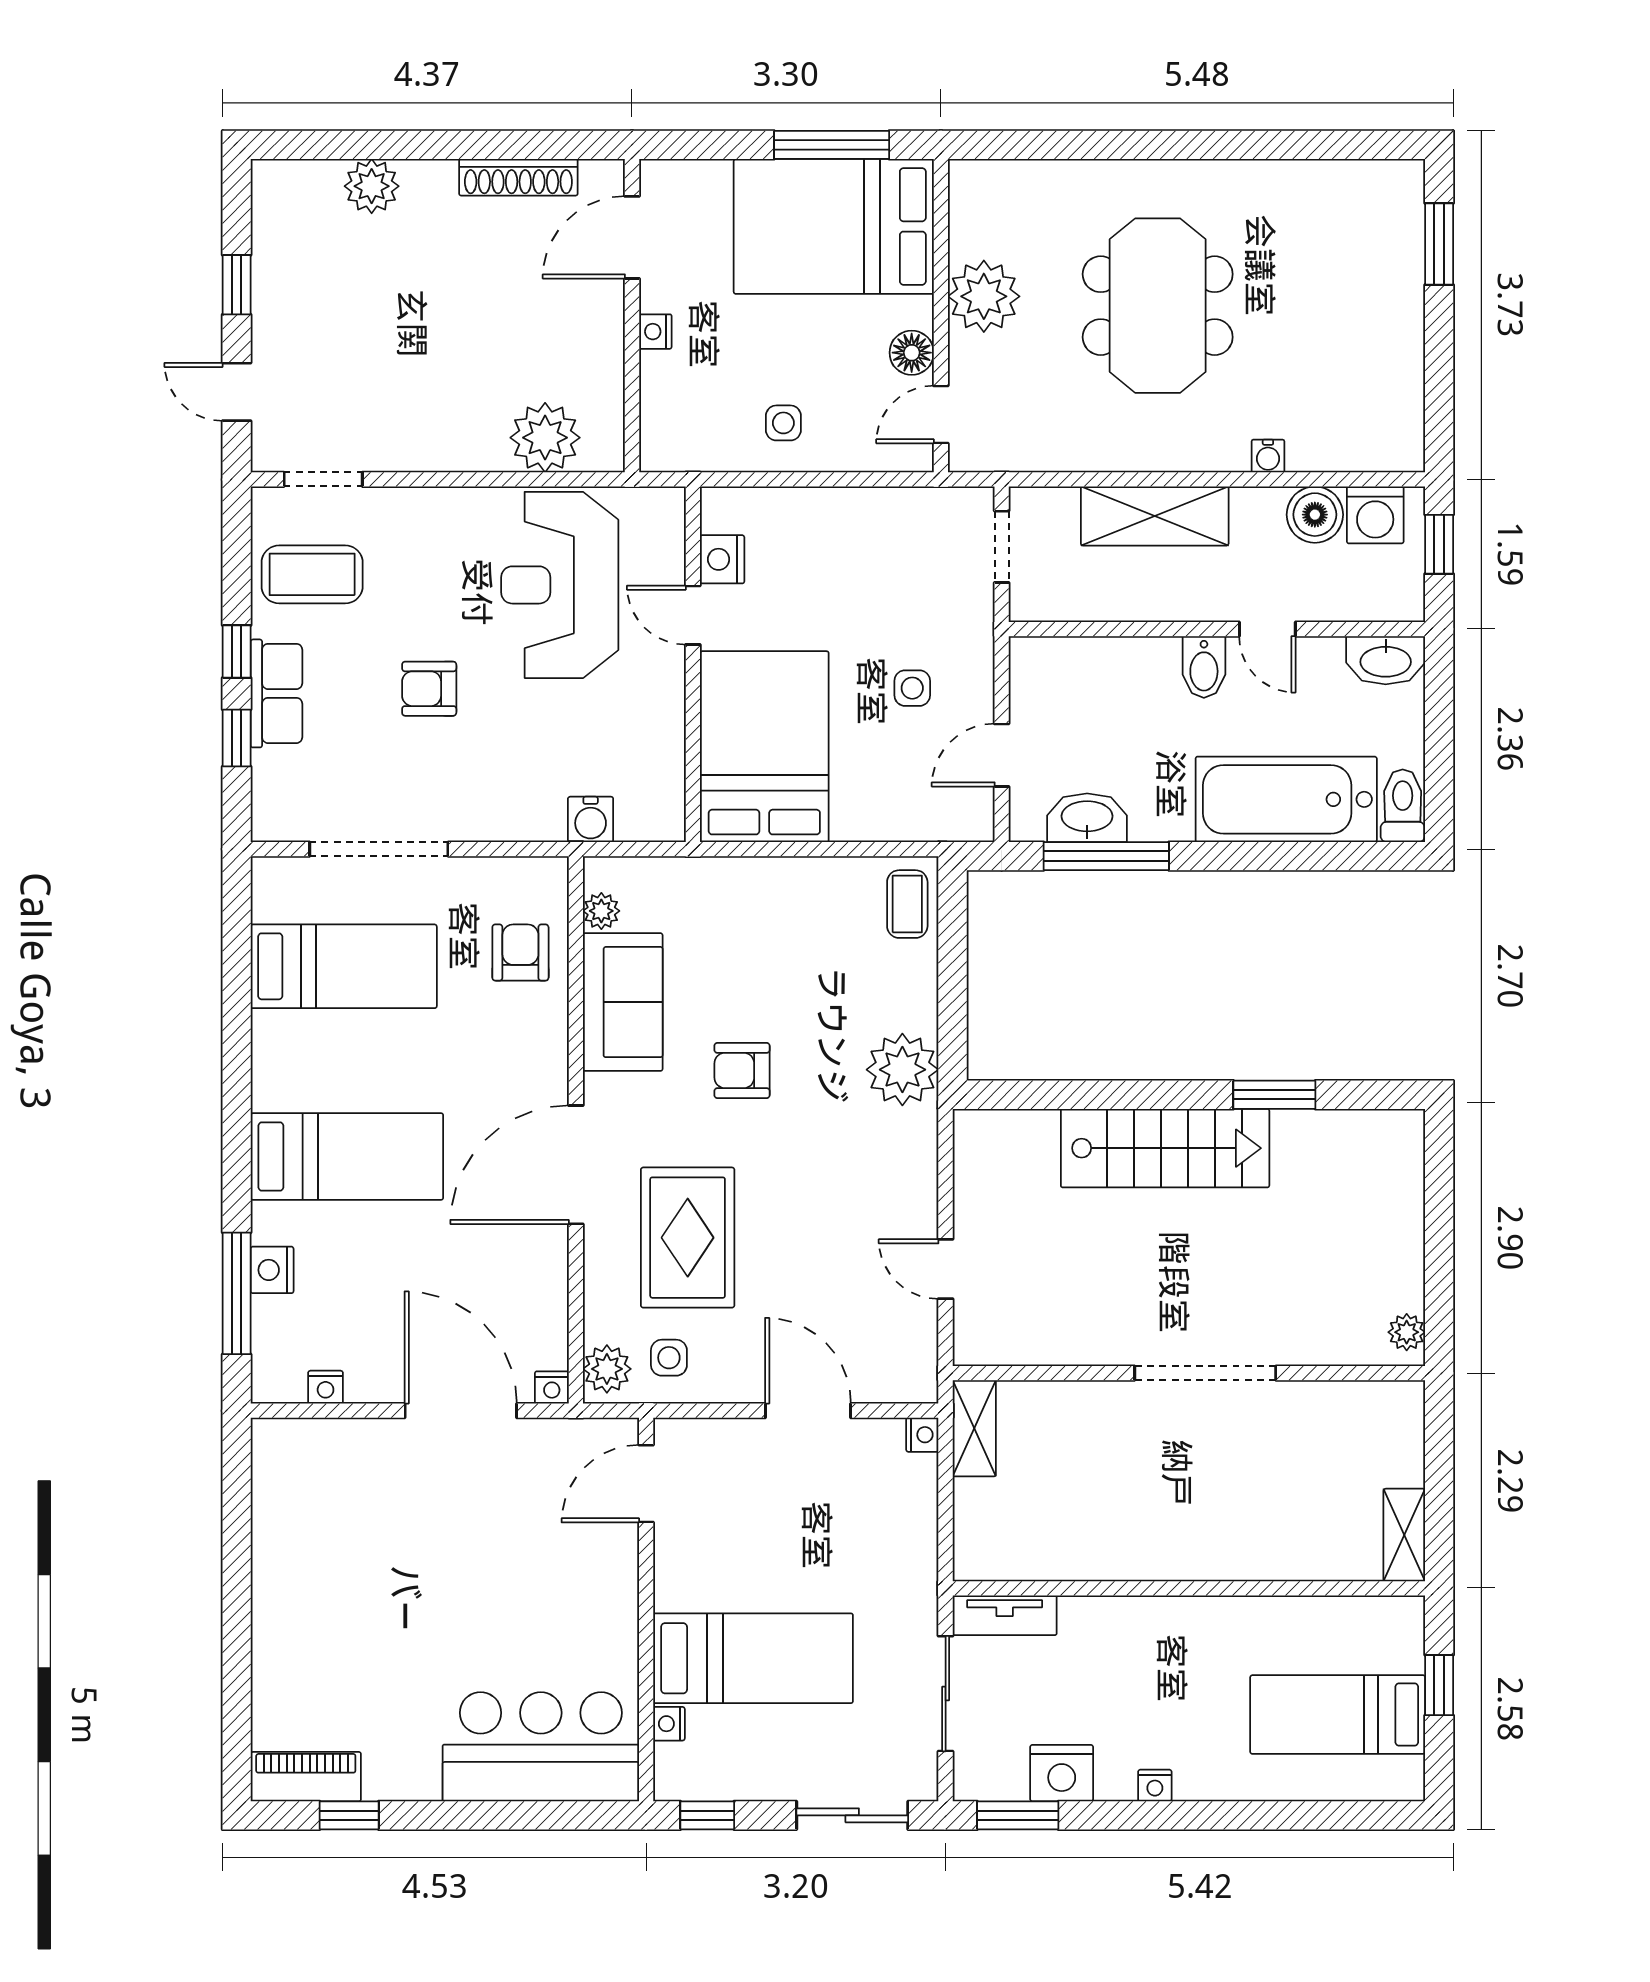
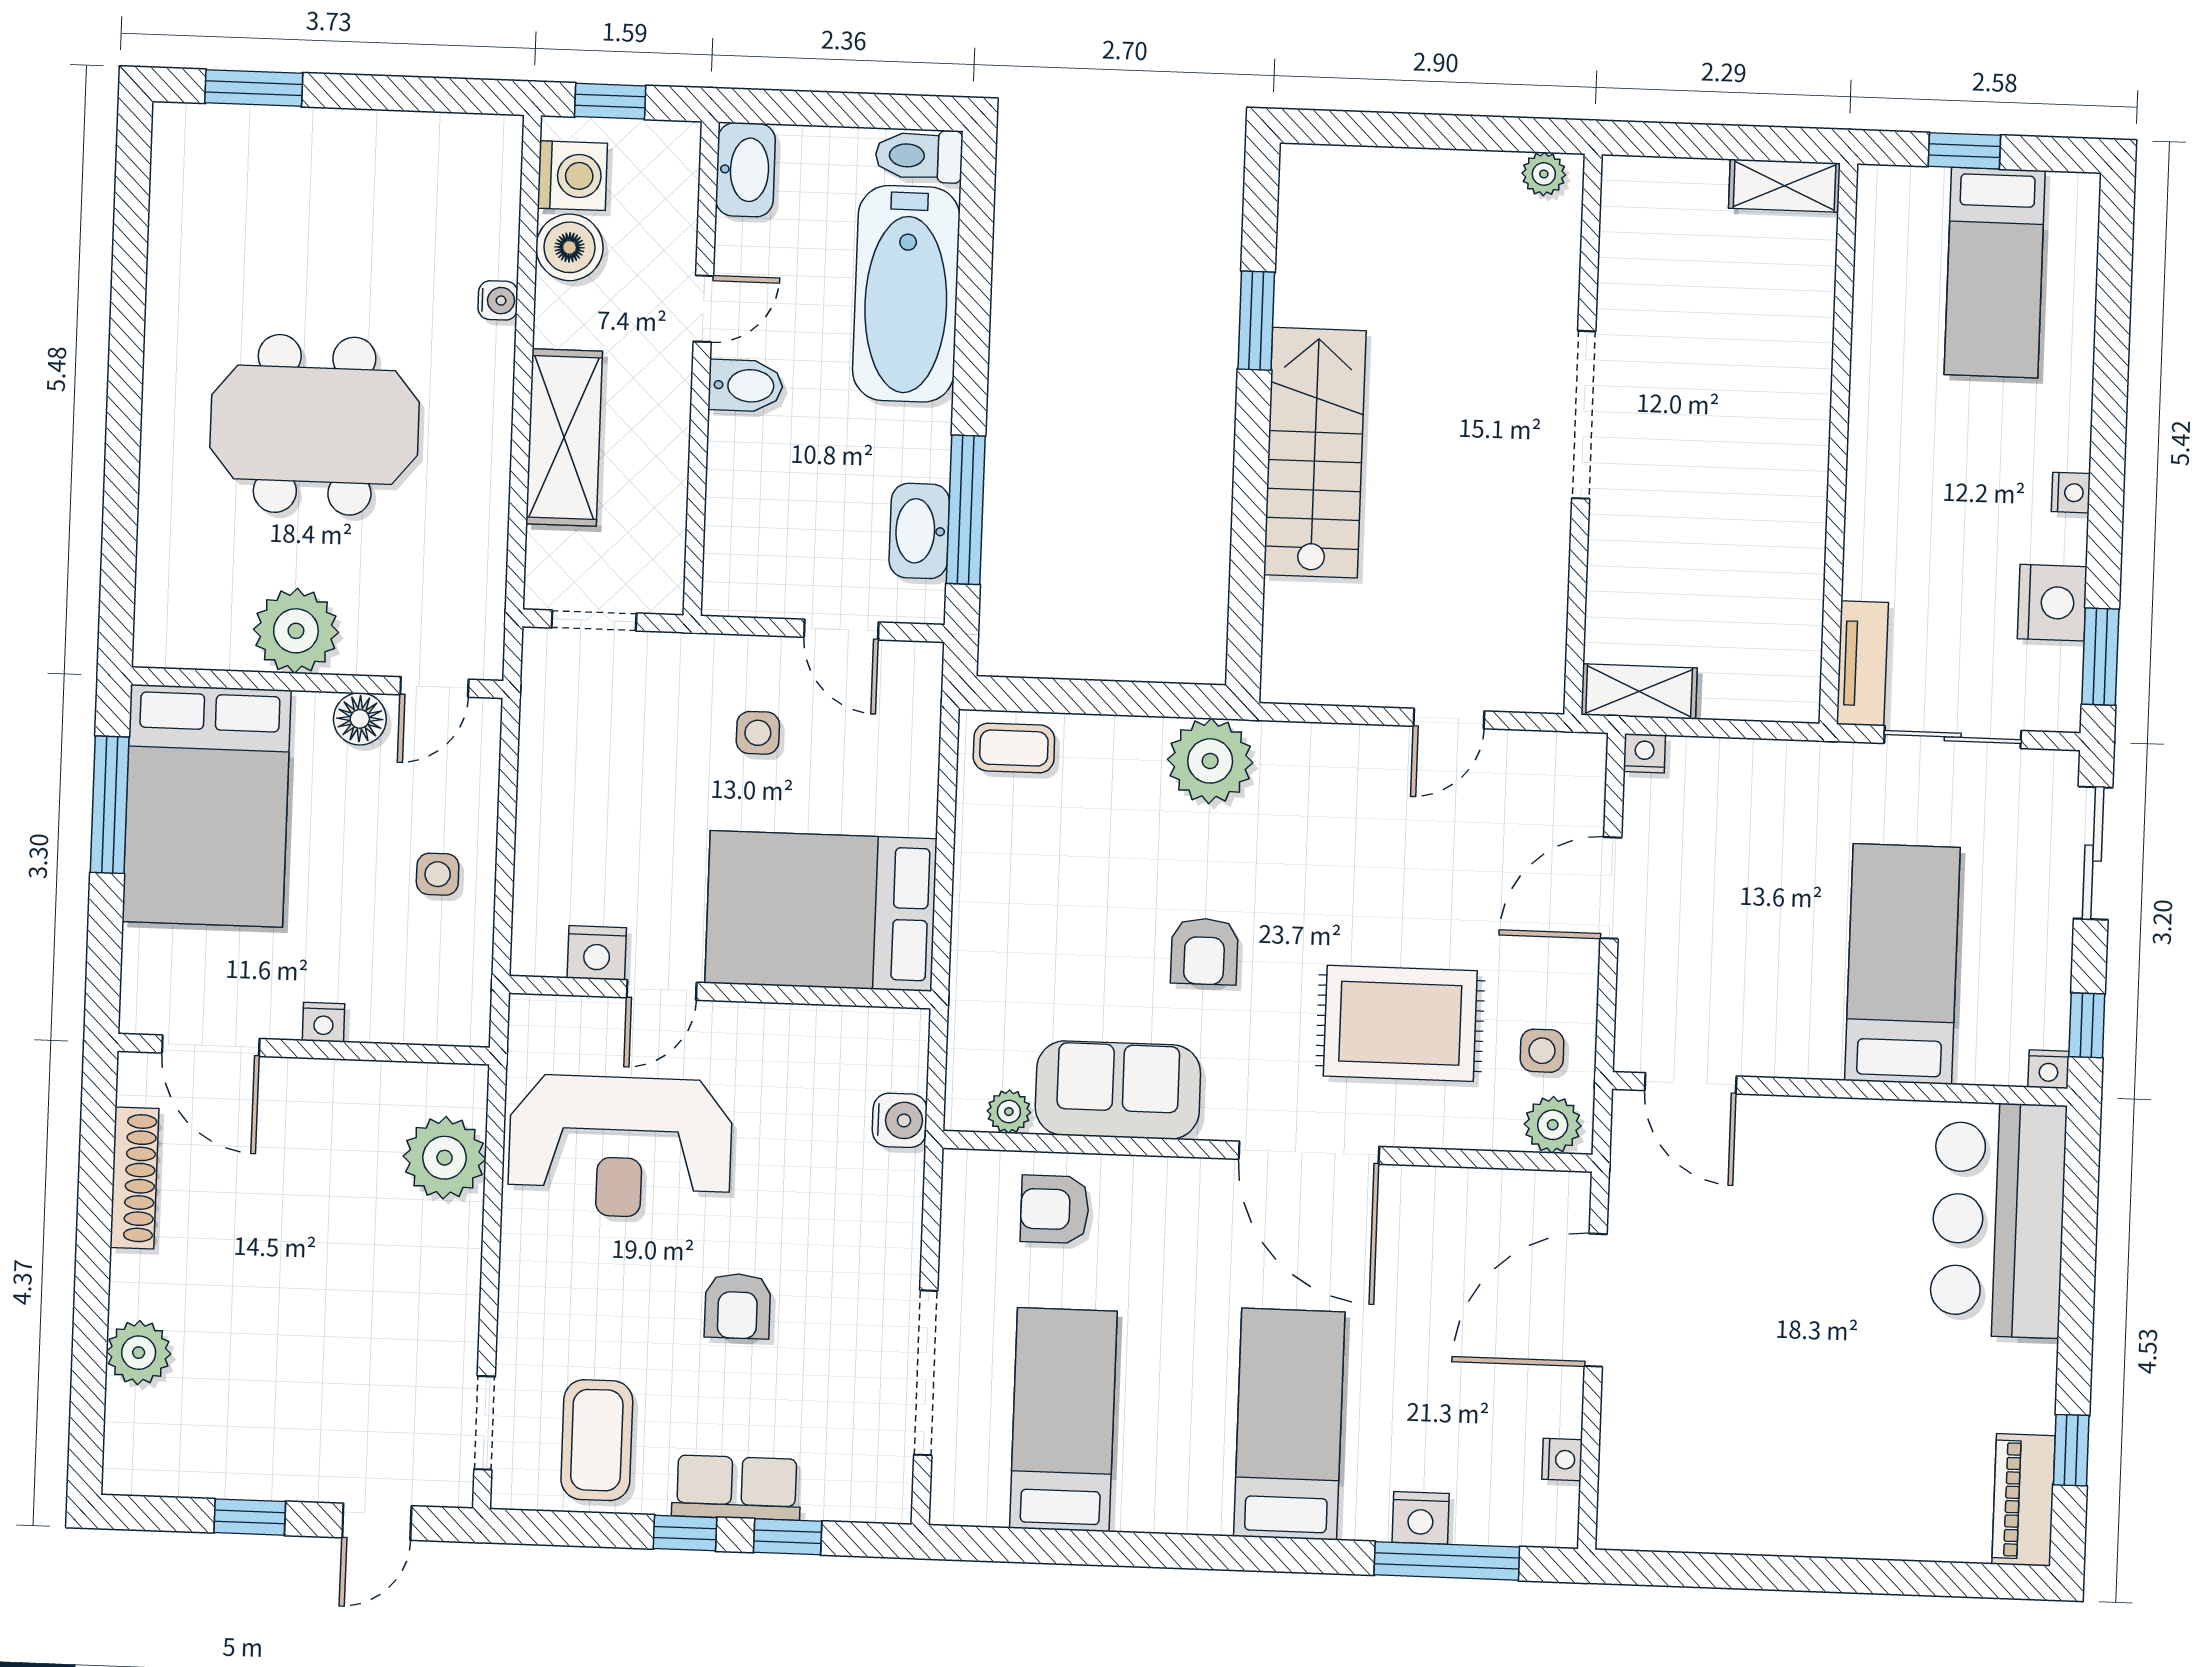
door: (941, 415) -> (434, 687), hinge flipped
nightstand: (552, 1387) -> (1572, 1191), removed
nightstand: (669, 1724) -> (2049, 1069), moved

